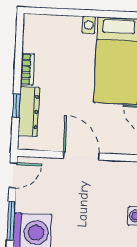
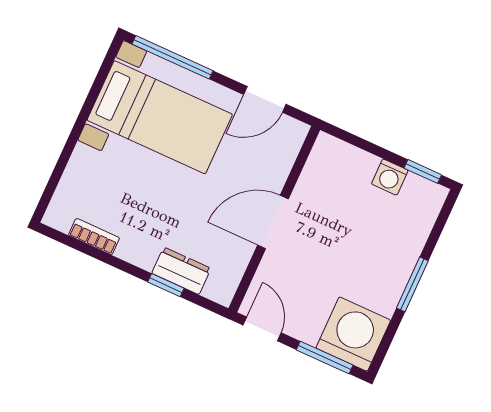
bookcase: (27, 69) -> (94, 237), moved
dresser: (29, 112) -> (181, 271), width x0.70

